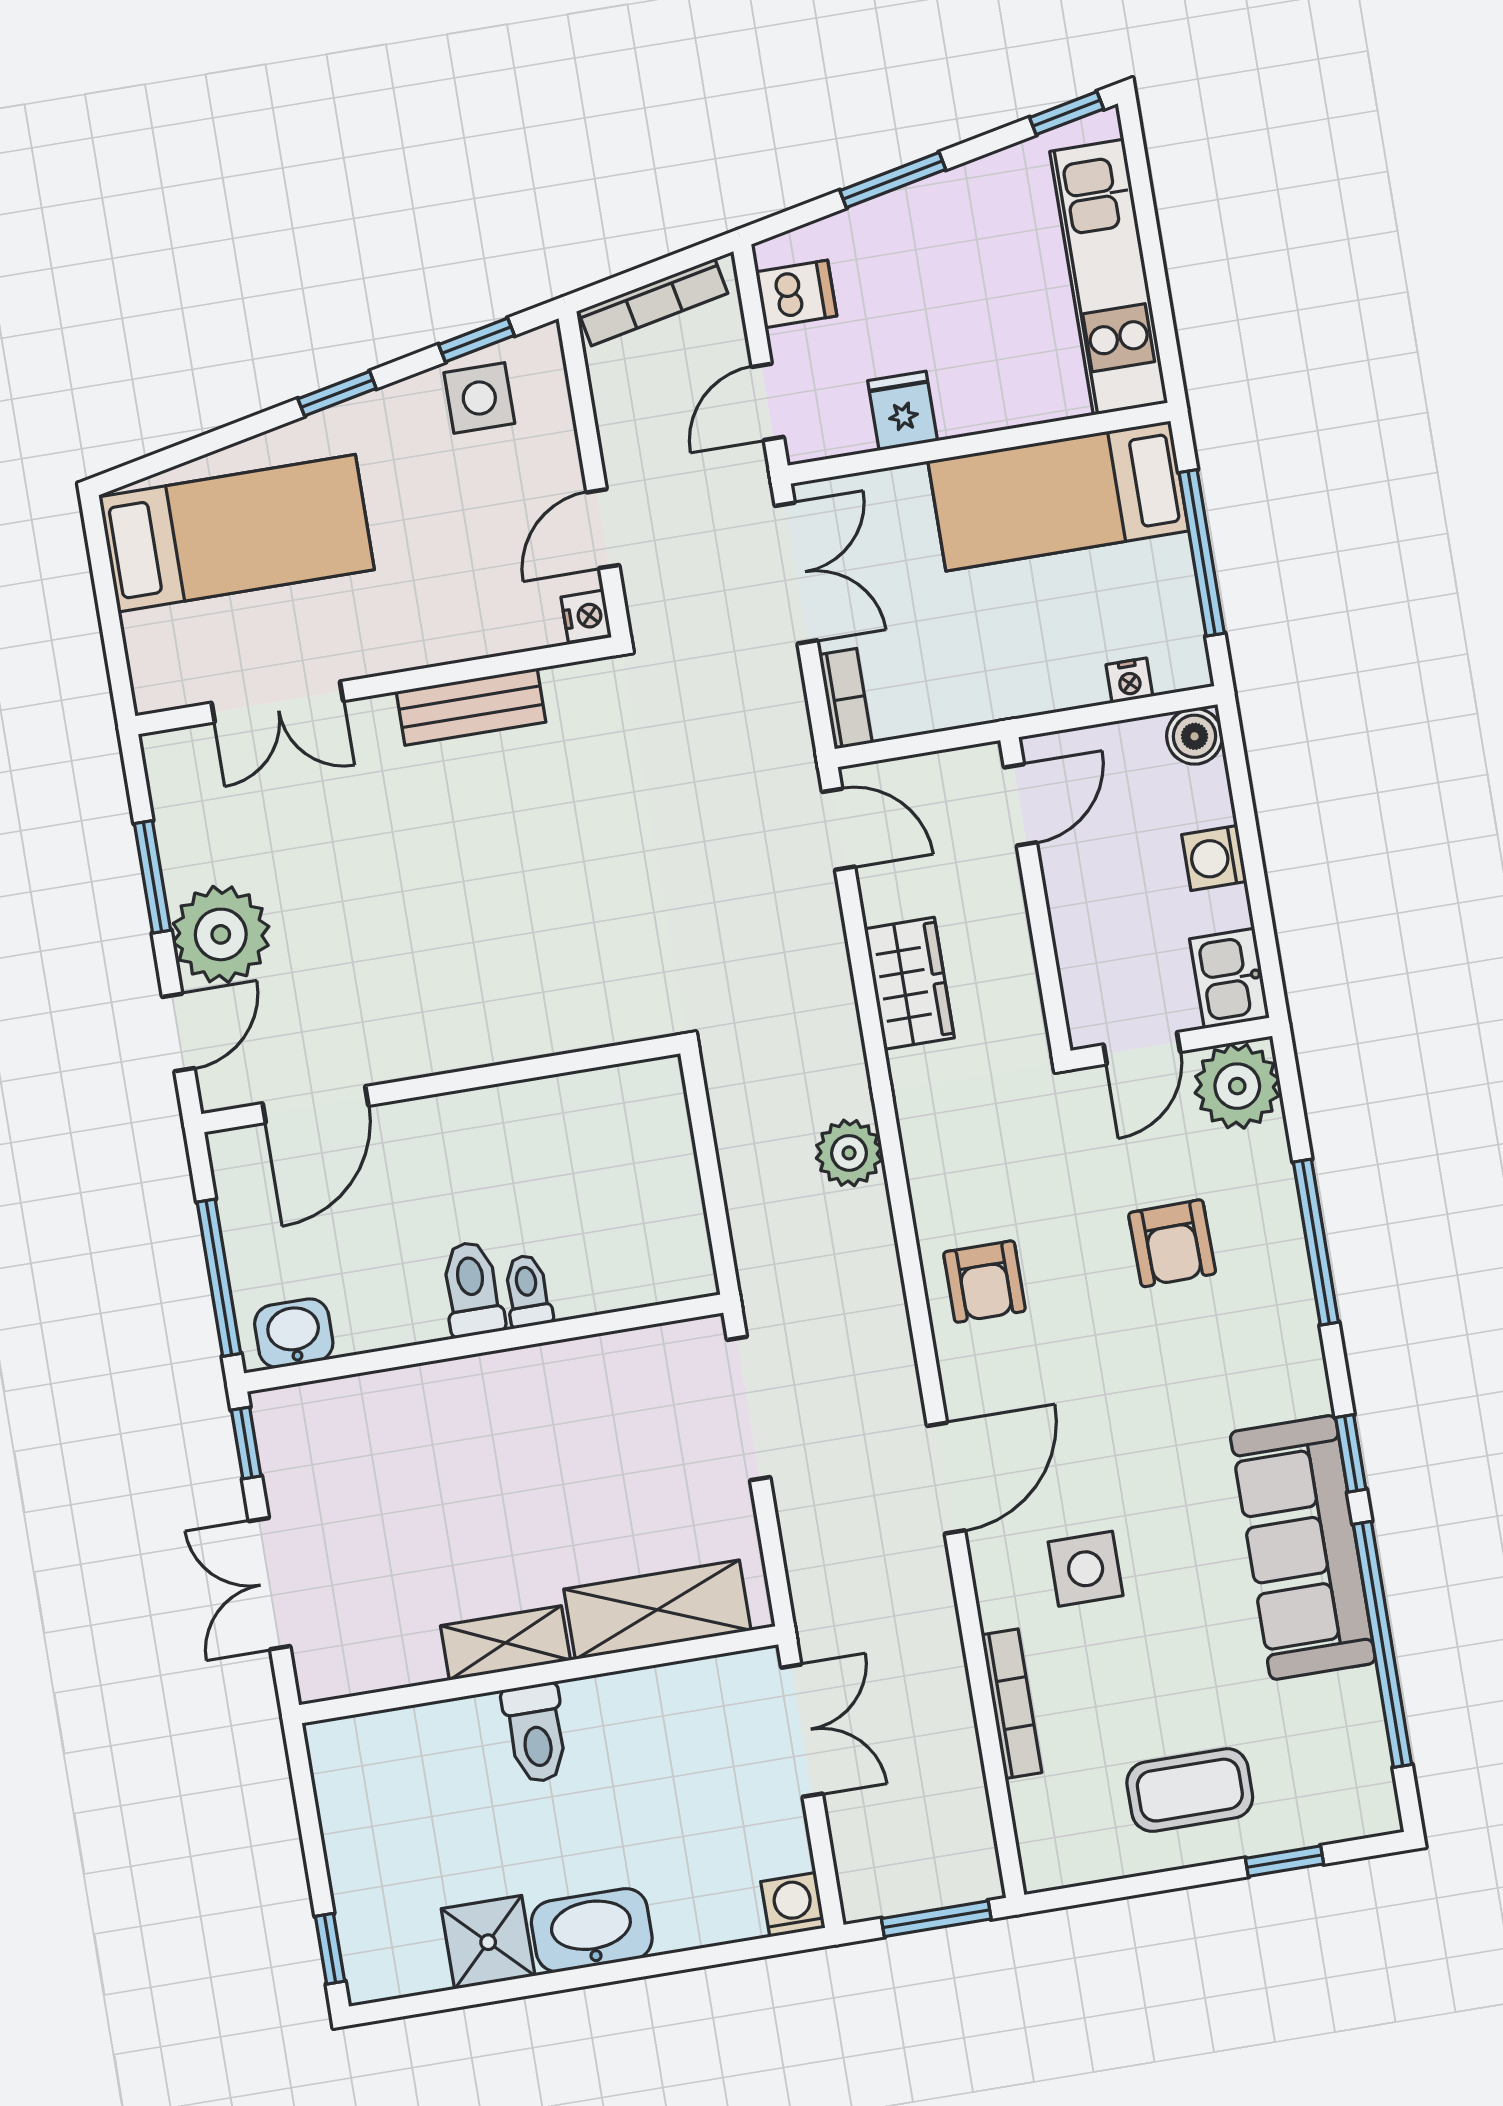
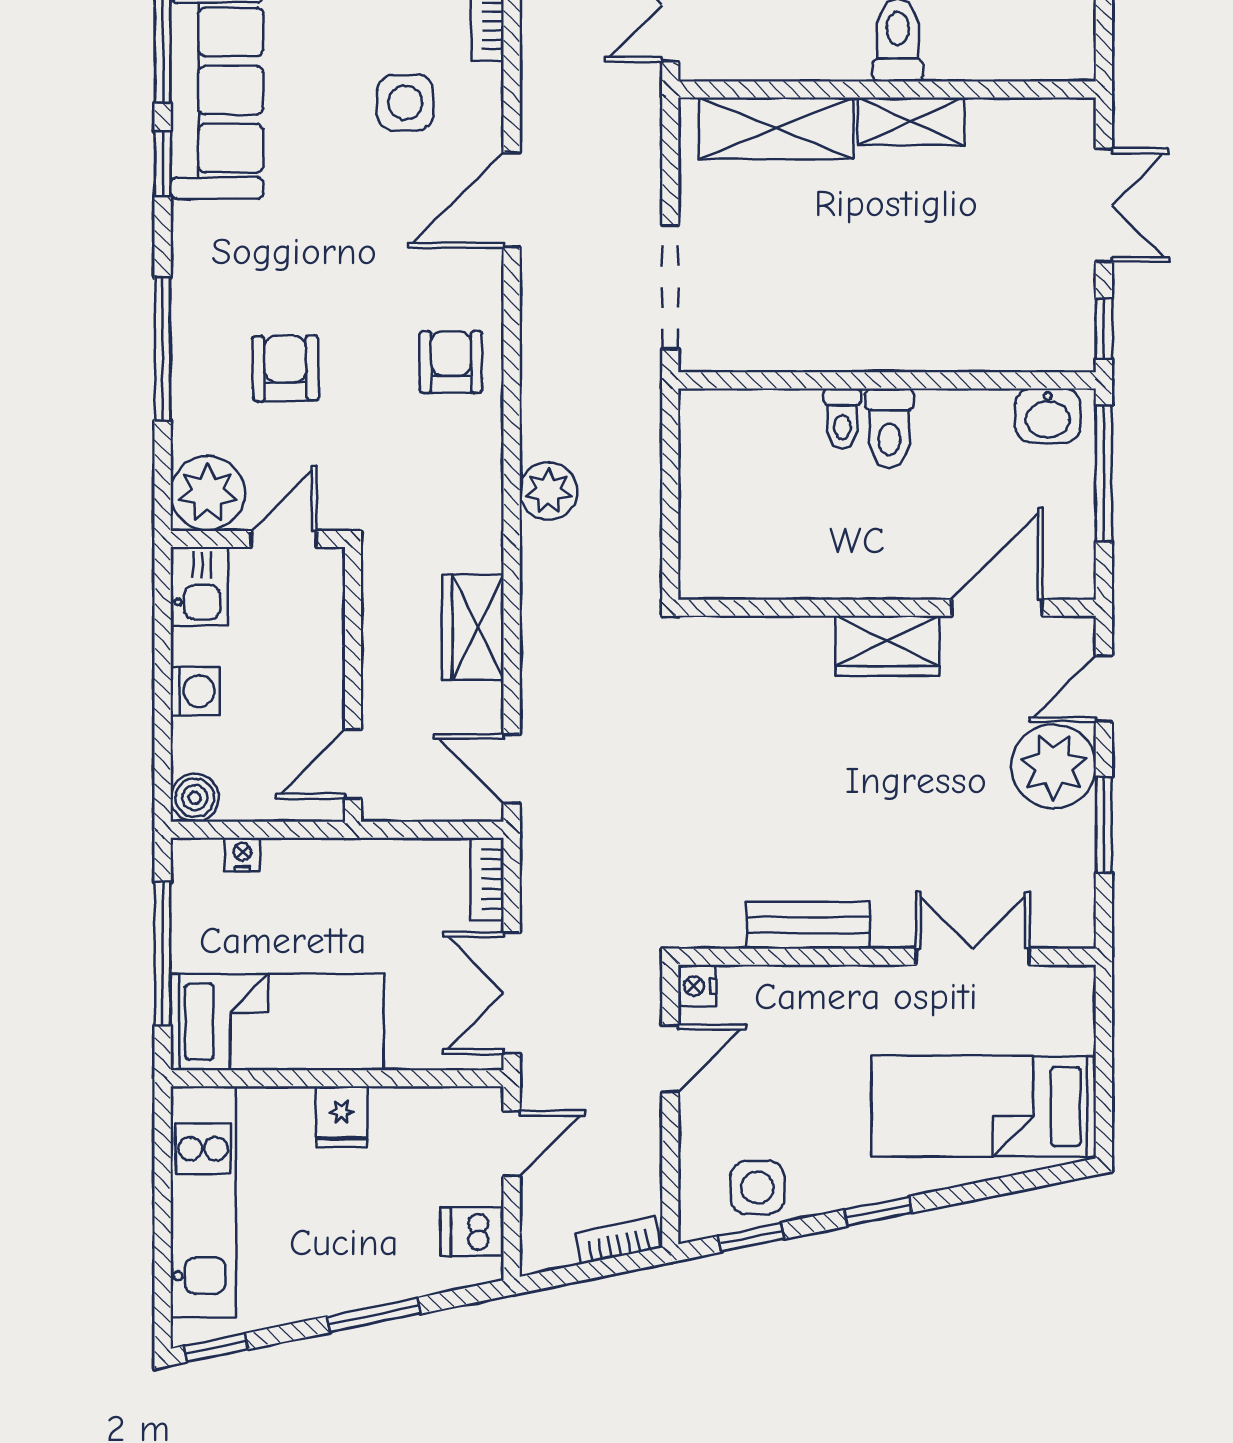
bookcase: (653, 302) -> (618, 1240), width x0.64
fridge: (903, 411) -> (342, 1117), moved
wardrobe: (433, 1040) -> (887, 646), added

